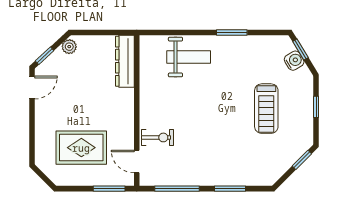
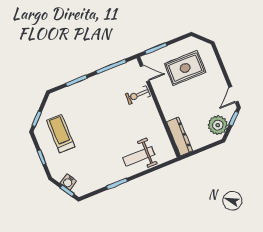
plant: (69, 47) -> (218, 125), width x1.88, depth x1.88
treadmill: (266, 109) -> (61, 134), moved

